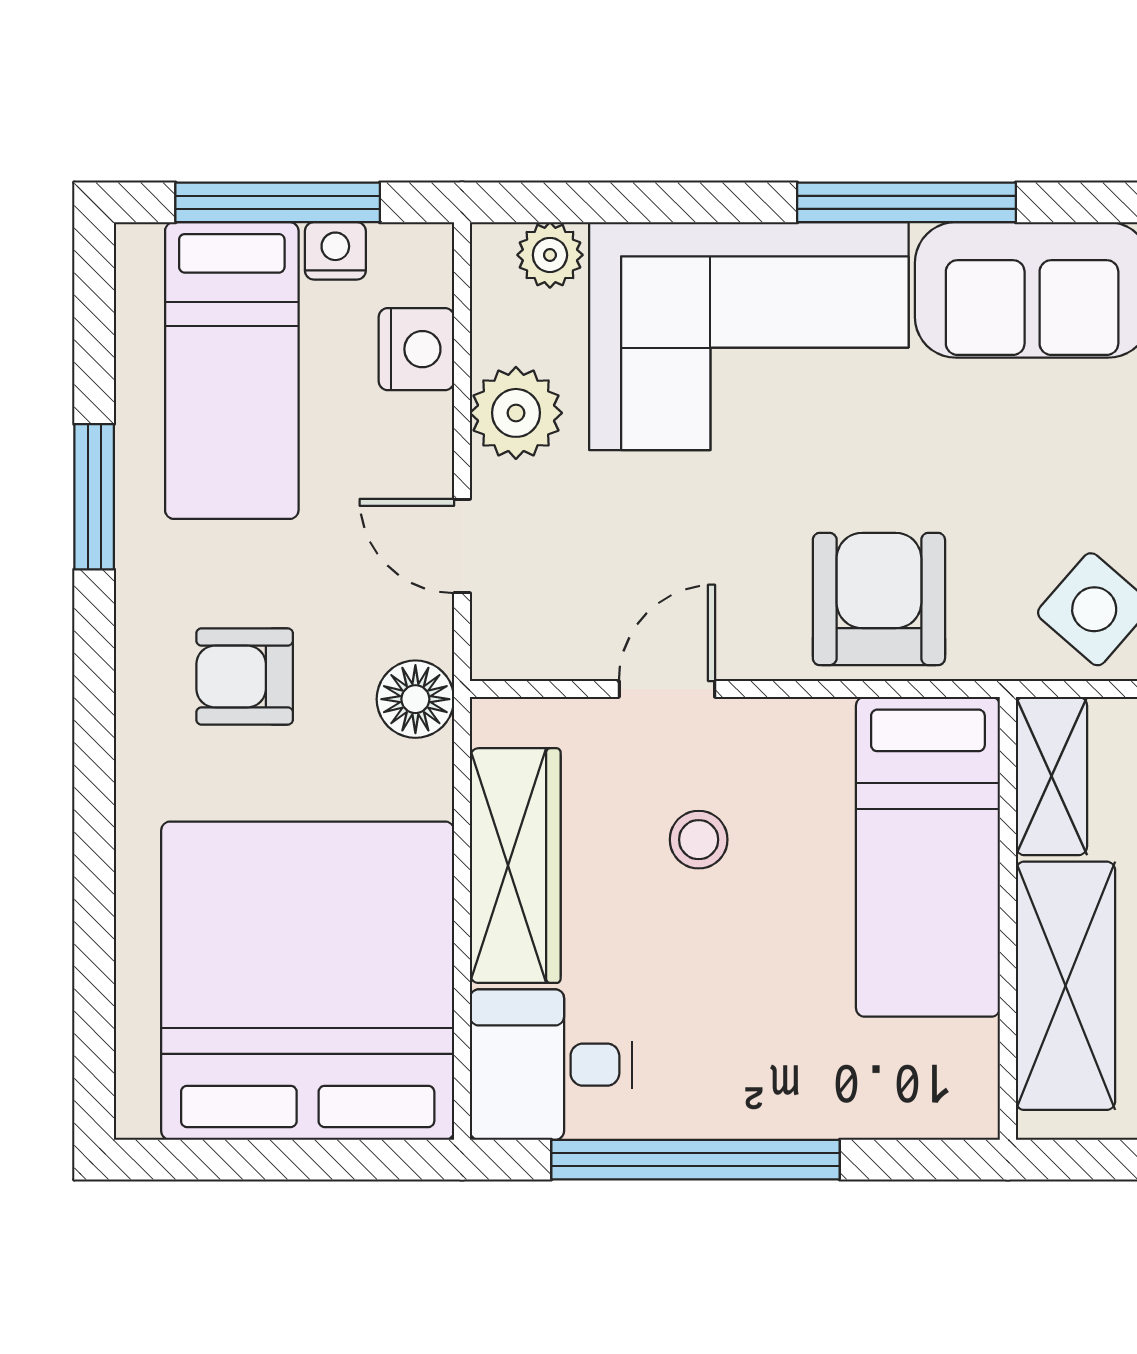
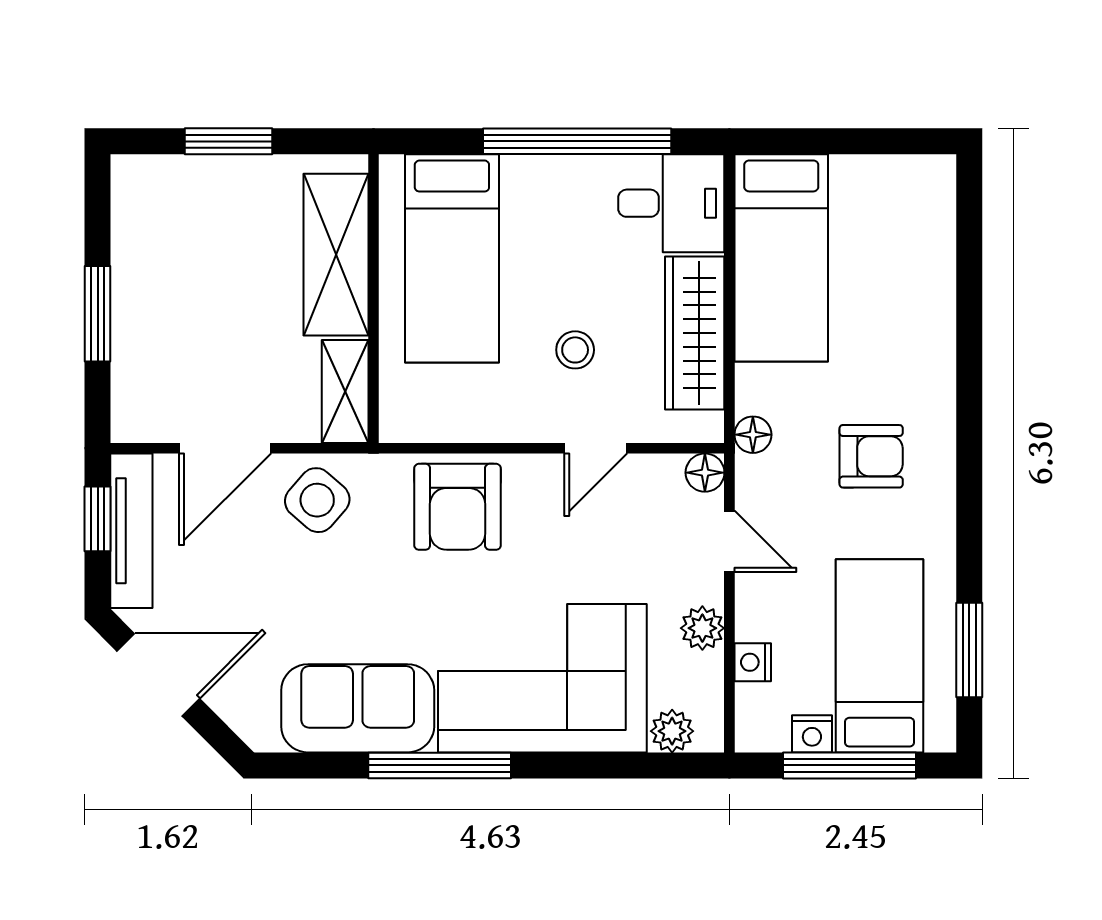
nightstand: (416, 349) -> (753, 662), width x0.72, depth x0.74
plant: (516, 413) -> (702, 628), width x0.73, depth x0.73
window: (94, 497) -> (969, 650), moved
floor lamp: (499, 651) -> (705, 473), added
floor lamp: (415, 699) -> (753, 435), width x0.73, depth x0.73
bed: (928, 857) -> (452, 258), moved, turned 180
bed: (308, 981) -> (781, 258), width x0.49

